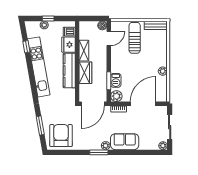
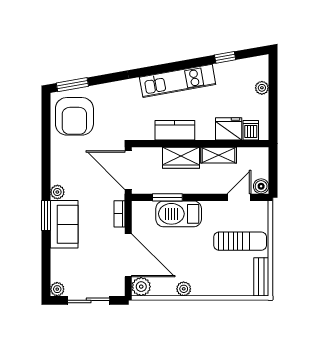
window: (48, 18) -> (273, 94), removed
door: (109, 38) -> (239, 197), swing flipped
kitchen unit: (39, 67) -> (178, 81), width x0.73
kitchen counter: (69, 70) -> (175, 130), width x0.67
barbecue: (116, 80) -> (179, 214), width x1.88, depth x1.53
plant: (116, 96) -> (141, 287), moved
window: (40, 126) -> (72, 85), moved
armchair: (61, 136) -> (74, 116), turned 90
window: (99, 152) -> (46, 215), moved

